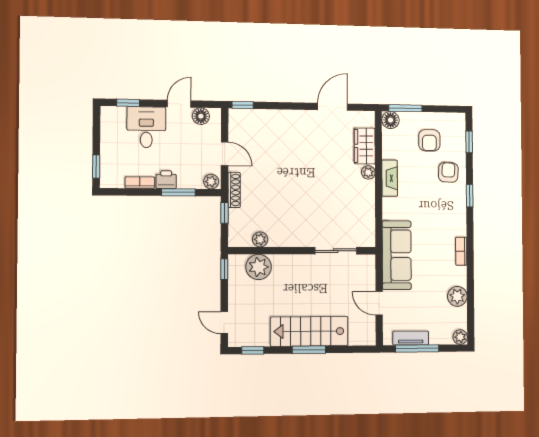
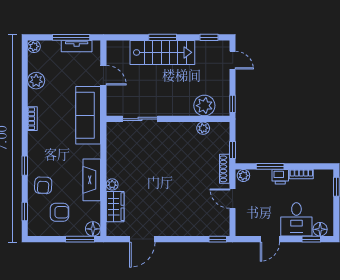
floor lamp: (201, 116) -> (320, 229), moved
armchair: (429, 140) -> (59, 212), turned 90
fireplace: (390, 178) -> (92, 180), width x1.37, depth x1.32

